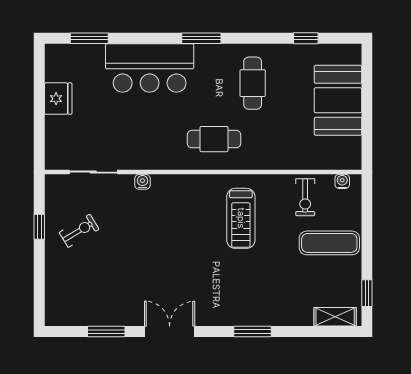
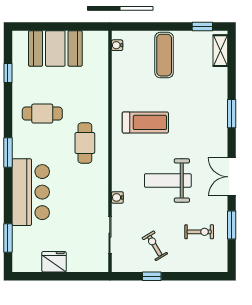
exercise bike: (305, 197) -> (199, 232), moved
weight bench: (165, 248) -> (168, 180), added

